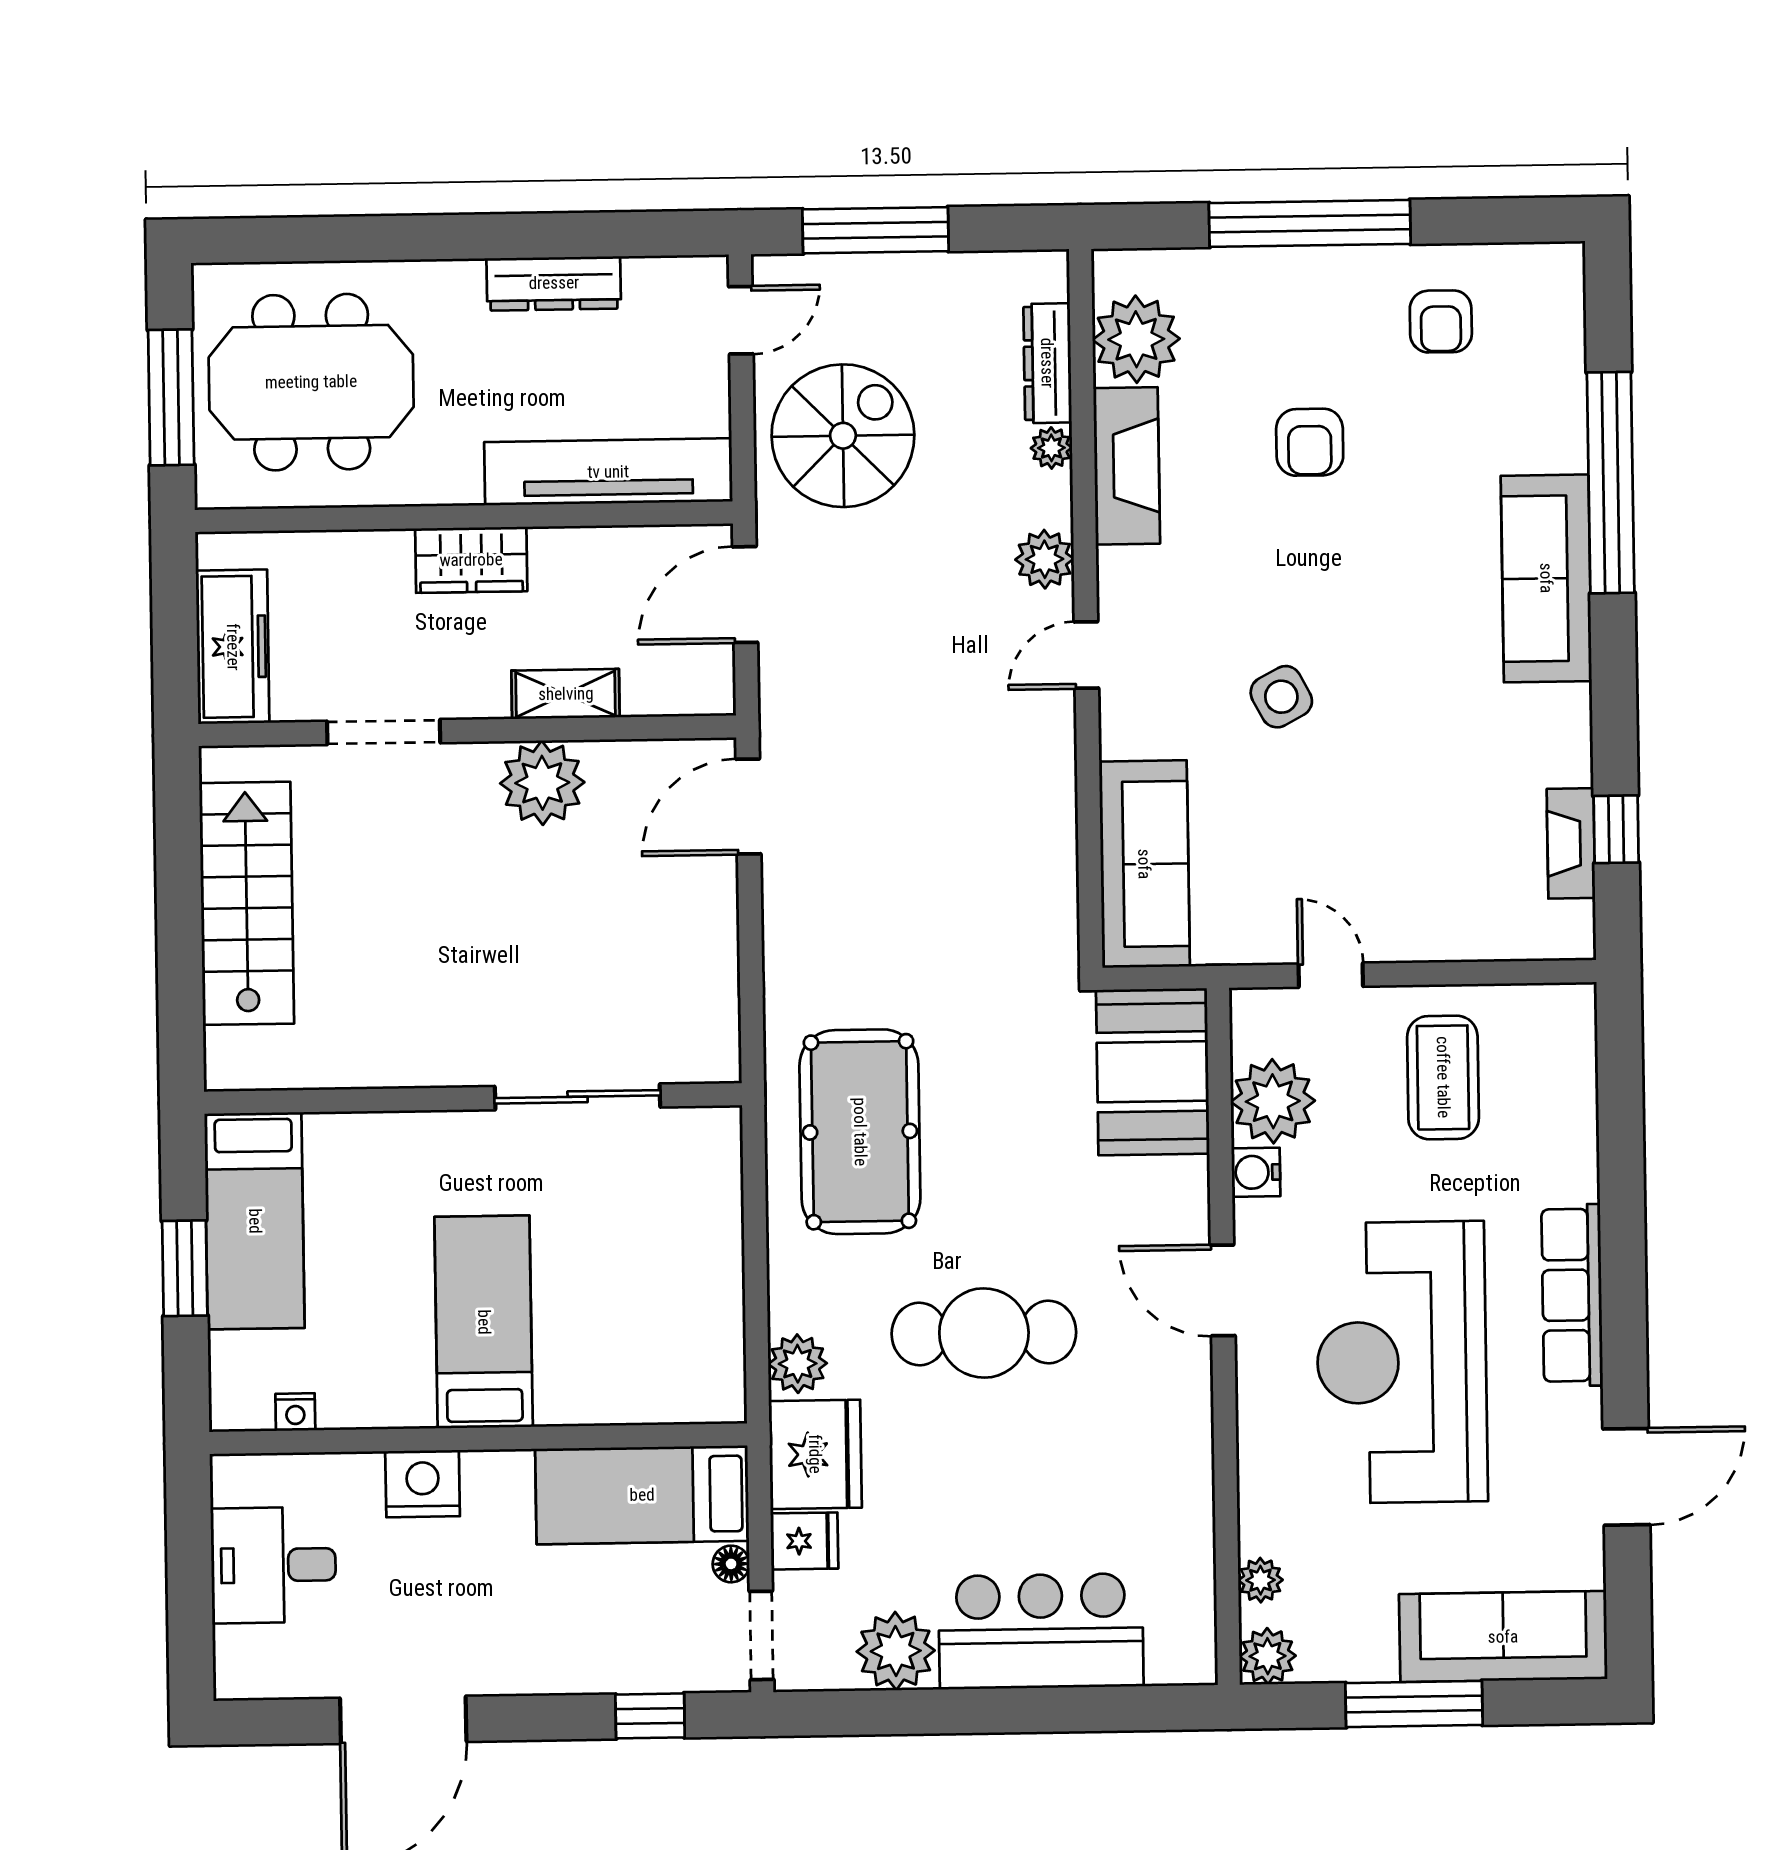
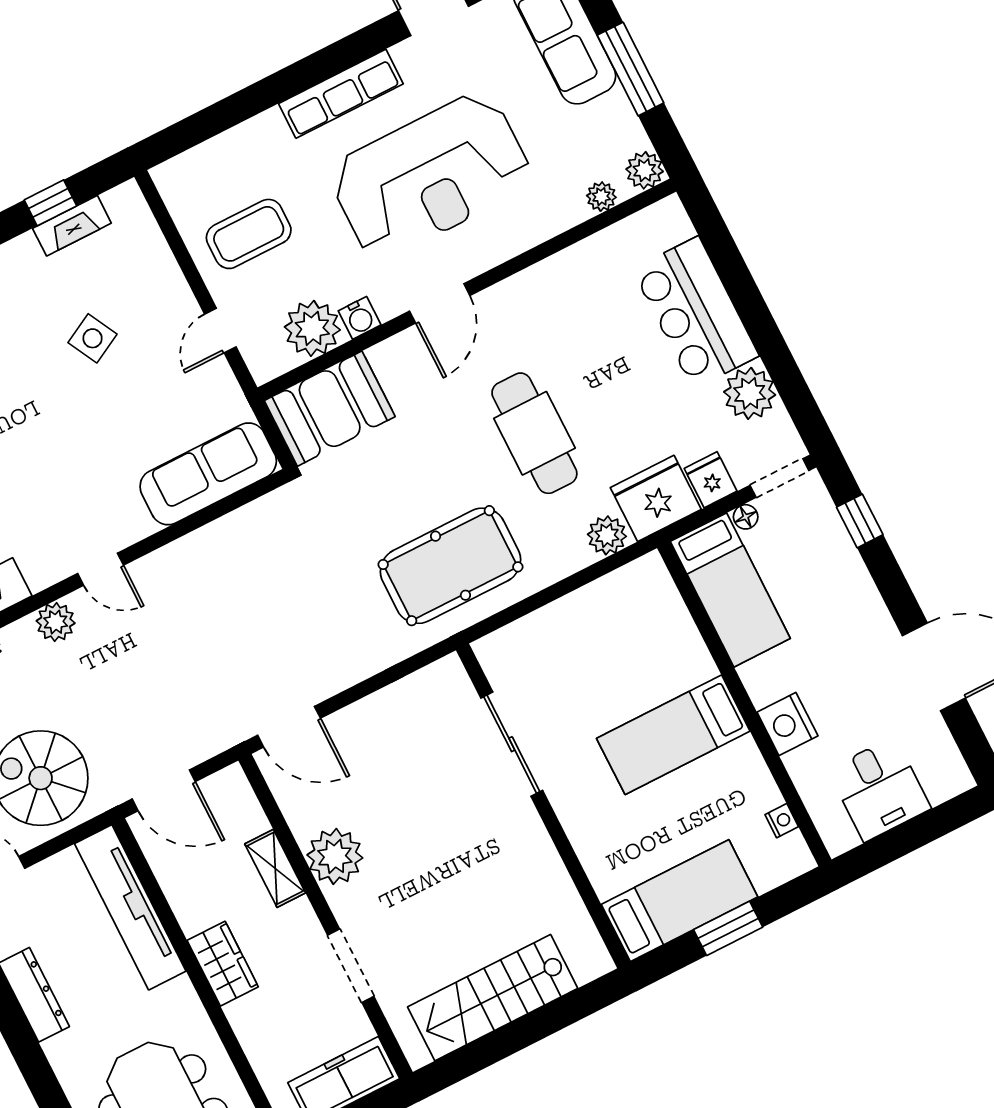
side table: (1281, 697) -> (93, 338), moved

